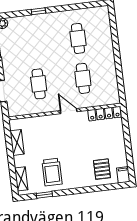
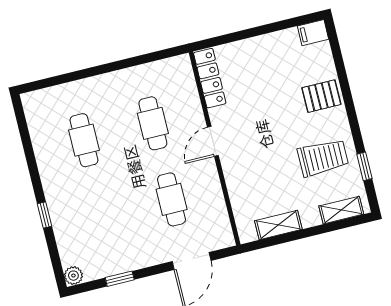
cafe table: (78, 38) -> (84, 140), turned 90
cafe table: (83, 78) -> (153, 123), turned 90
cafe table: (39, 84) -> (172, 199), turned 90
pallet: (102, 169) -> (321, 96), moved

